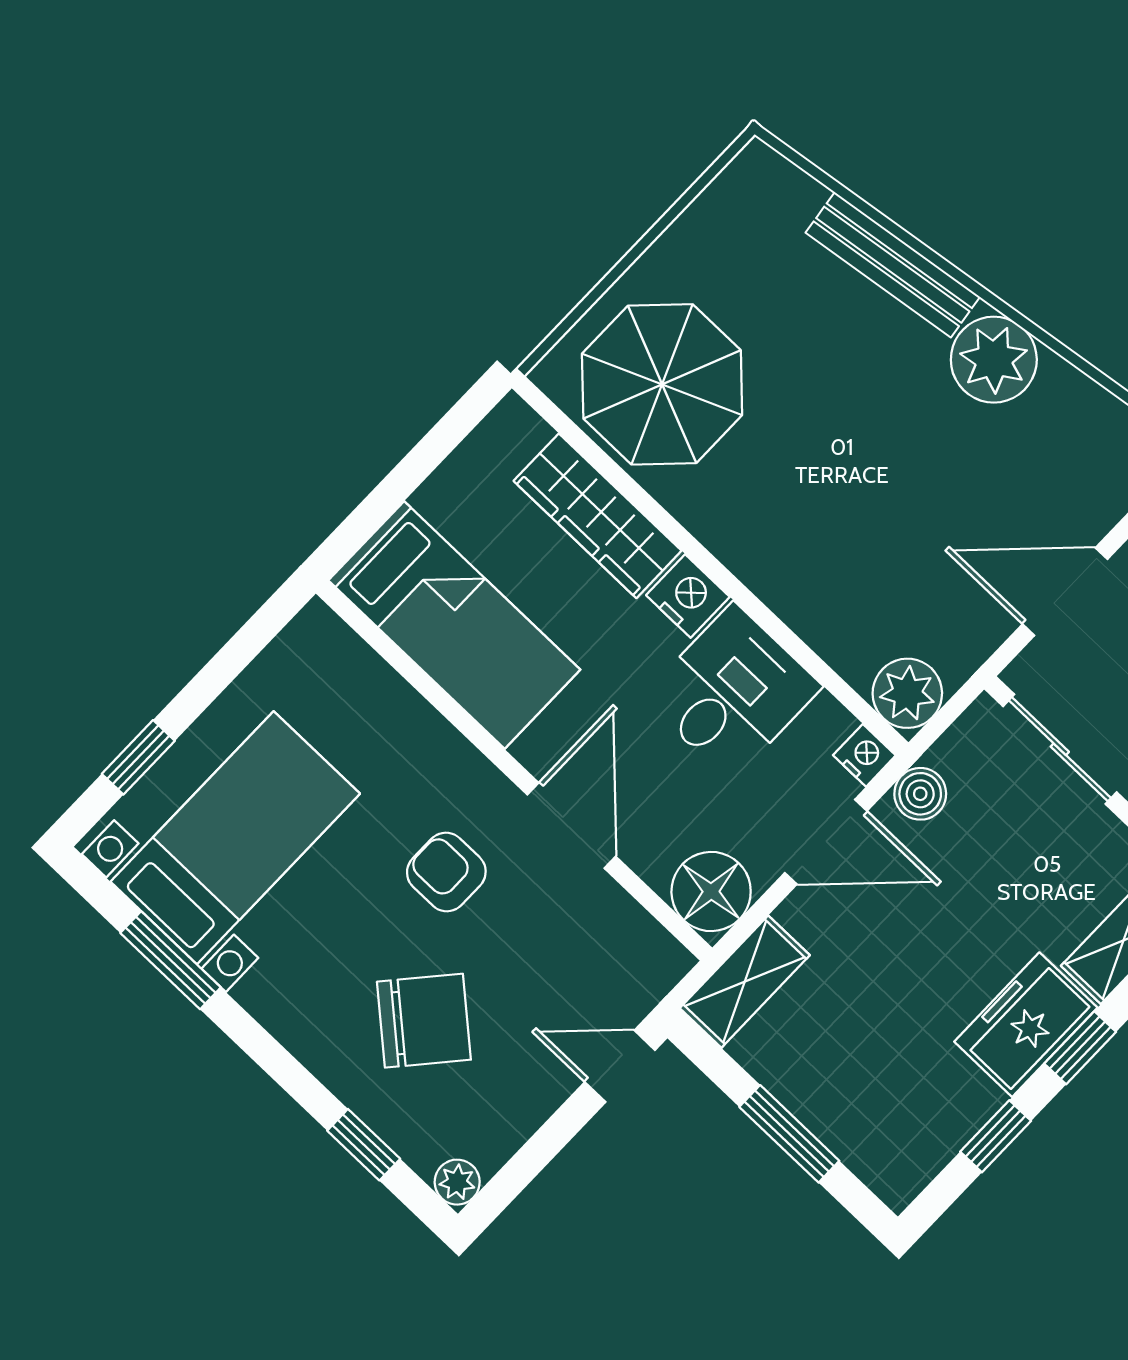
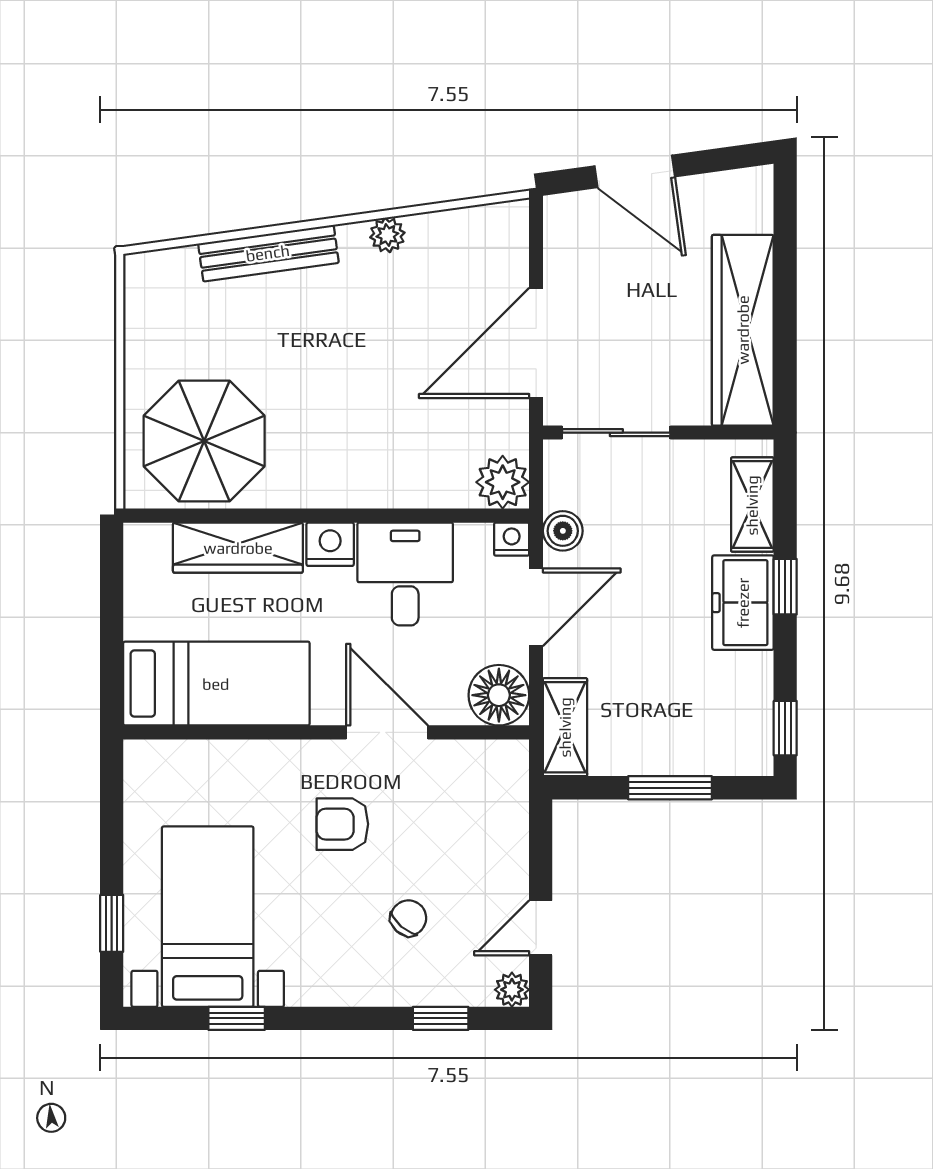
plant: (994, 360) -> (387, 235), width x0.53, depth x0.53
door: (1065, 592) -> (536, 343), width x1.36
window: (171, 960) -> (237, 1018), width x0.67
chair: (424, 1021) -> (408, 918), width x0.54, depth x0.54
door: (620, 1066) -> (541, 928), moved
window: (996, 1136) -> (785, 728), moved

